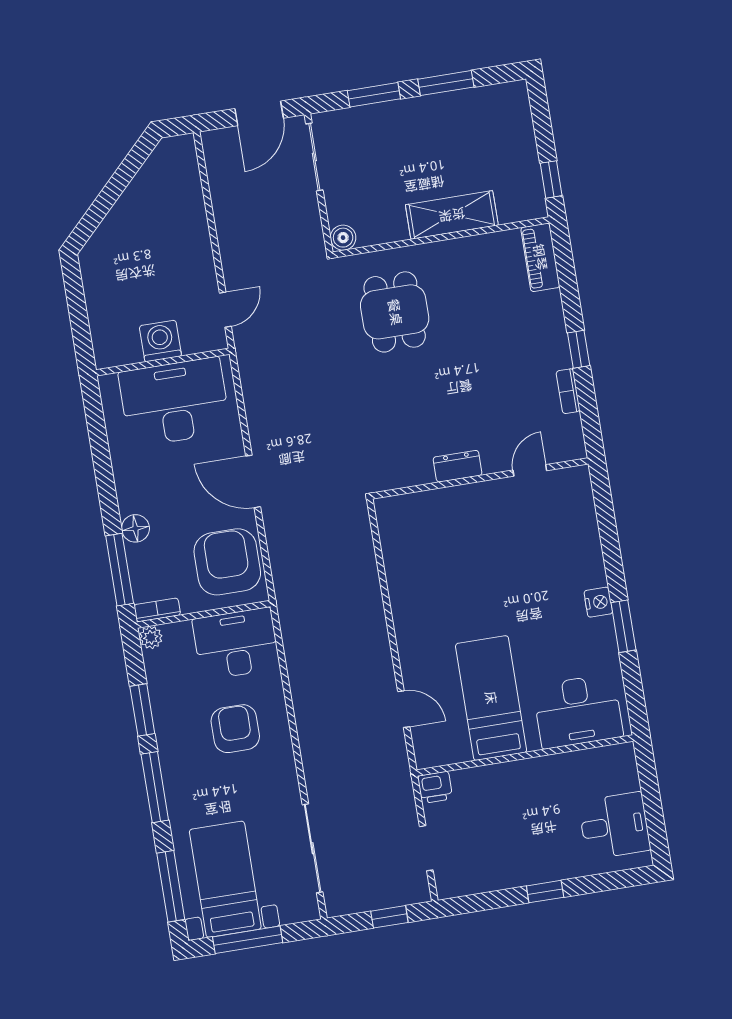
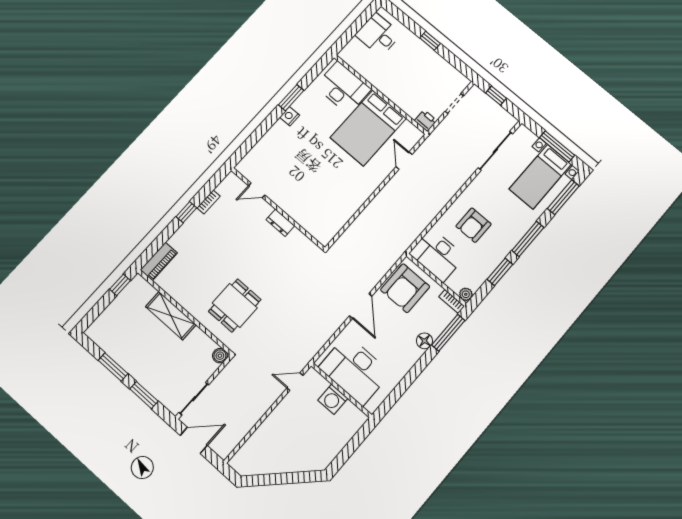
bed: (491, 698) -> (368, 128), width x1.50

